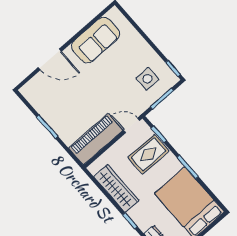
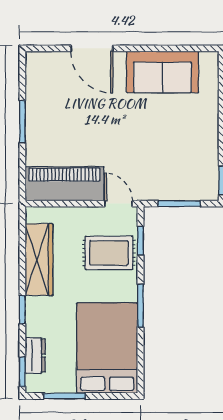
side table: (147, 79) -> (183, 167), removed

